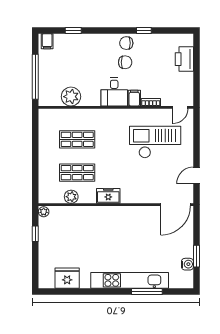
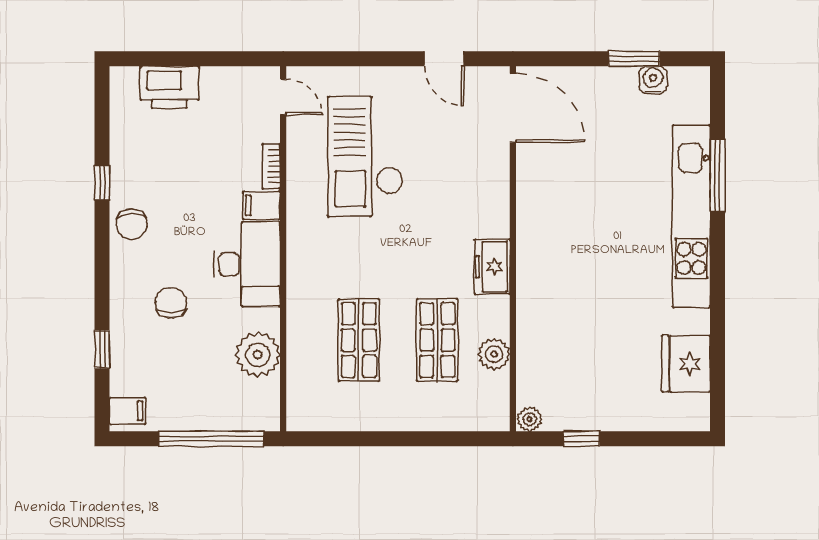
chair: (125, 62) -> (171, 303), moved
desk: (114, 92) -> (247, 264), width x1.37

